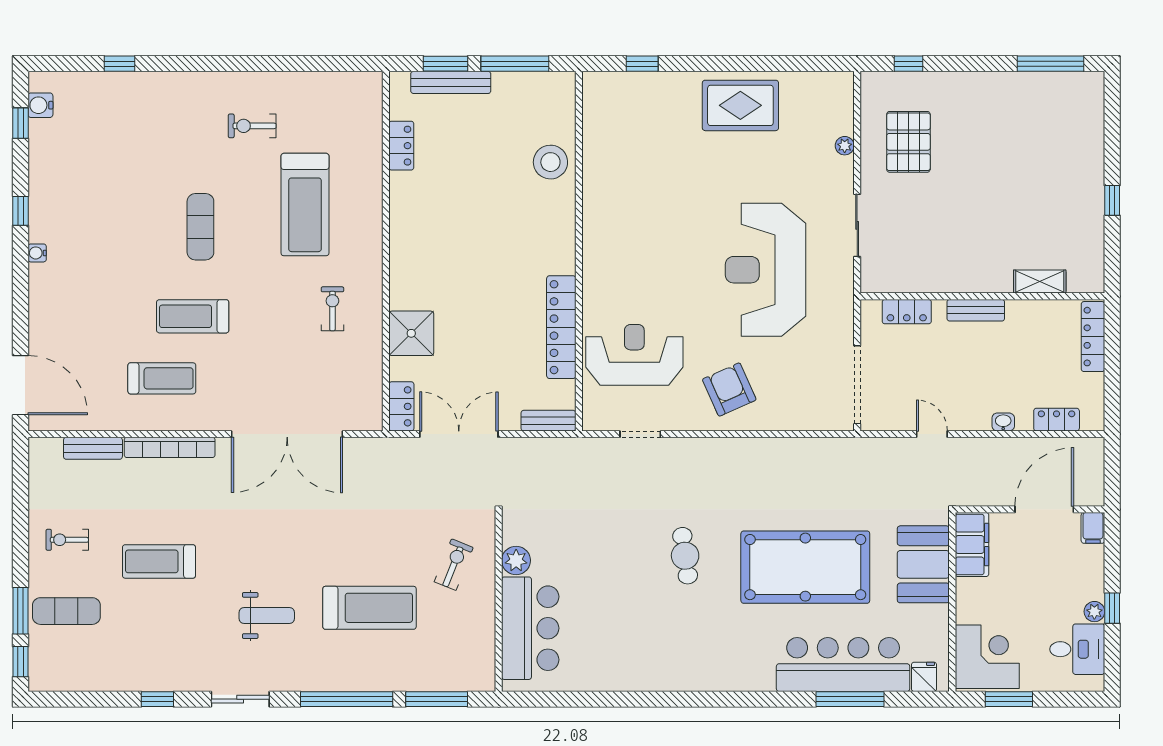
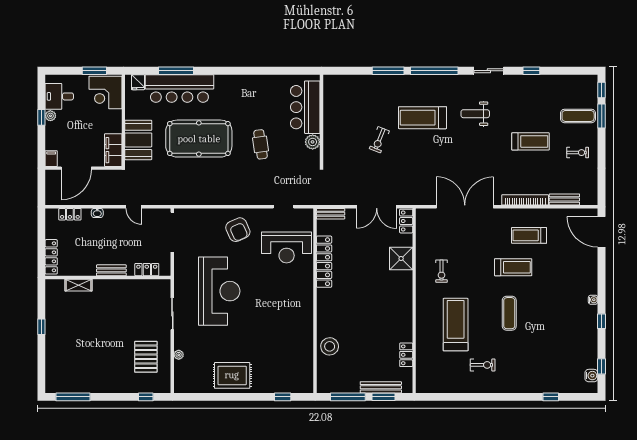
plant: (516, 560) -> (313, 142), moved
wall: (499, 602) -> (321, 121), moved
bar counter: (530, 628) -> (305, 107), moved

